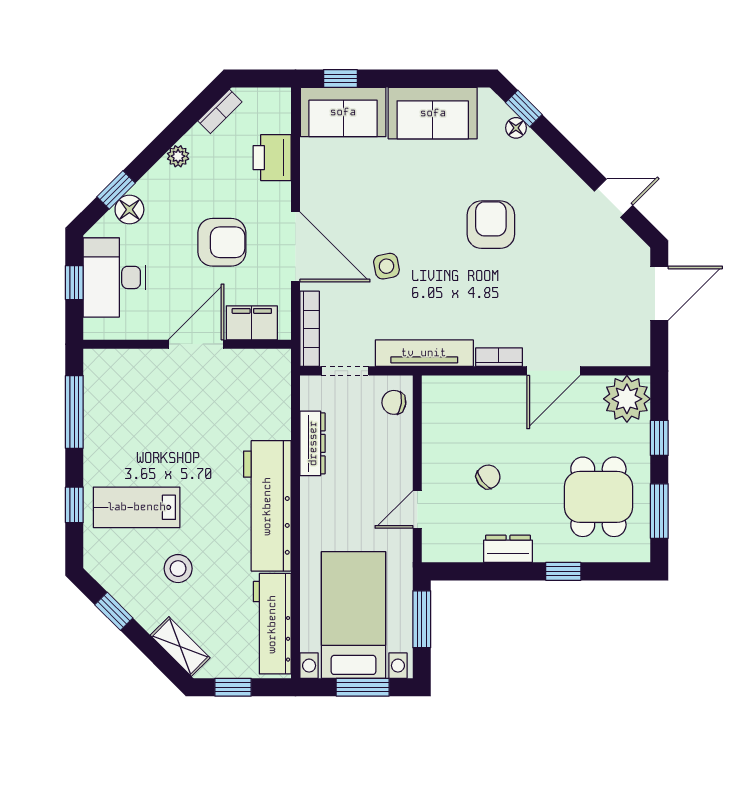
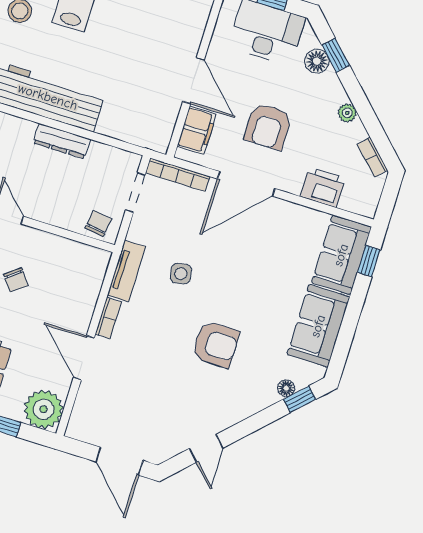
side table: (386, 266) -> (181, 274), moved
tv unit: (424, 353) -> (126, 271), width x0.71
dresser: (313, 443) -> (62, 141), moved

